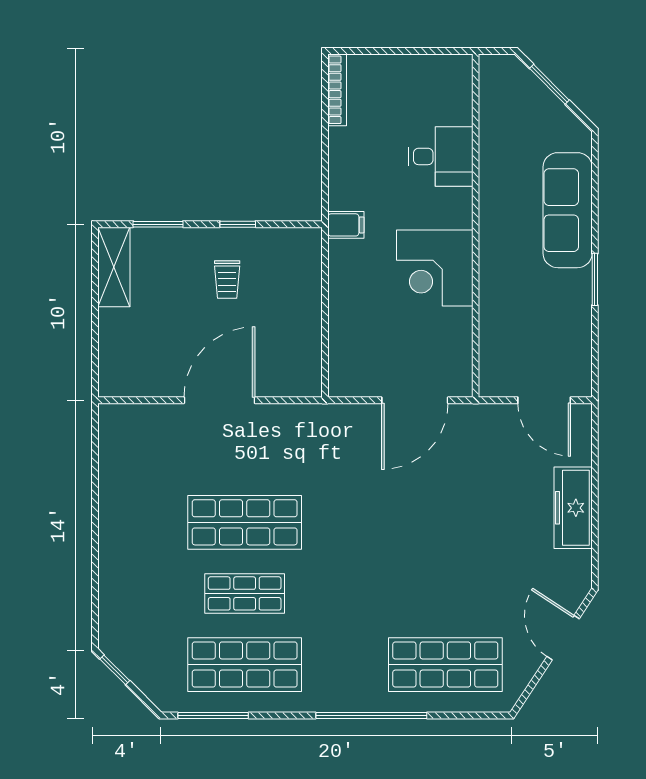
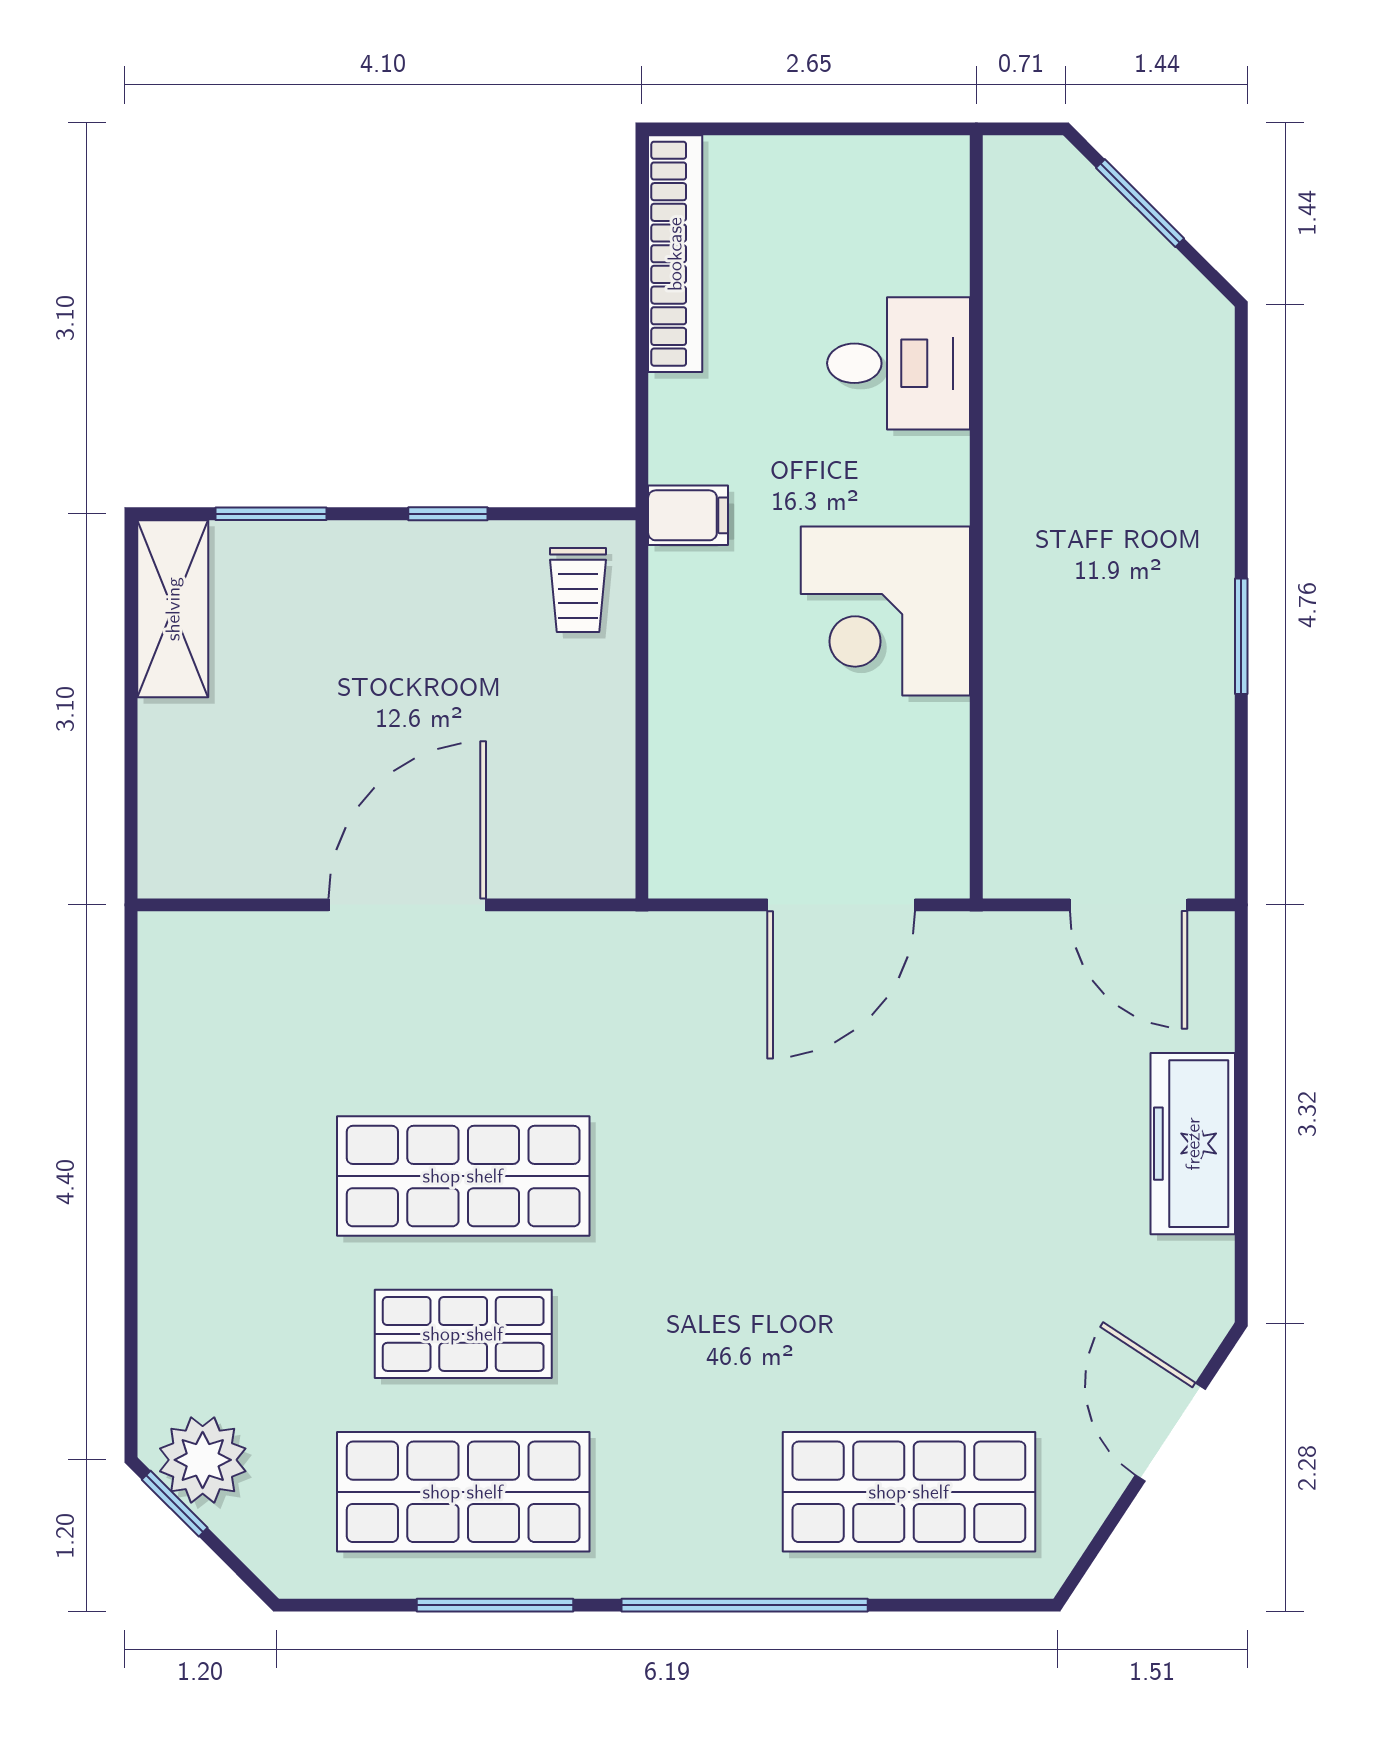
bookcase: (337, 90) -> (675, 254), width x1.48, depth x1.31
sofa: (568, 210) -> (1181, 483), removed
trolley: (227, 280) -> (578, 590), moved
plant: (127, 650) -> (203, 1460), added
window: (213, 716) -> (495, 1605), moved

